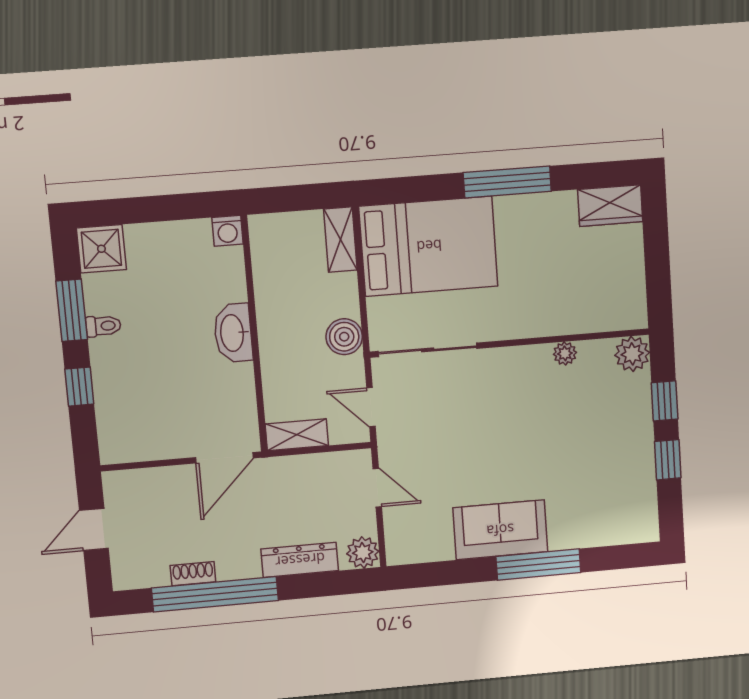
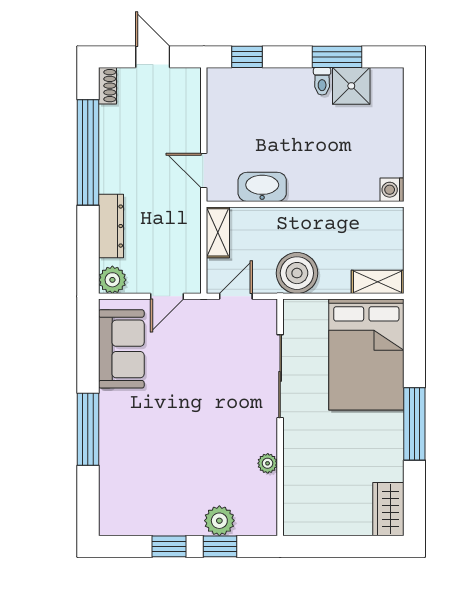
shower: (101, 249) -> (351, 86), moved
washbasin: (233, 333) -> (262, 187), moved
boiler: (344, 337) -> (297, 273), width x1.37, depth x1.37
sliding door: (428, 350) -> (280, 376), moved
plant: (632, 354) -> (219, 521), moved
window: (79, 387) -> (247, 57), moved
door: (224, 458) -> (204, 170), width x0.73
sofa: (500, 530) -> (121, 349), moved
shoe rack: (193, 574) -> (107, 86), moved

